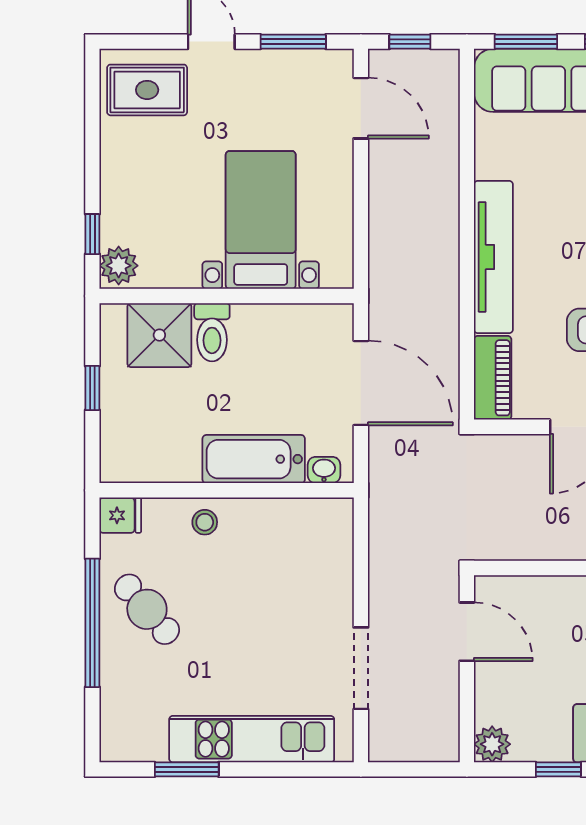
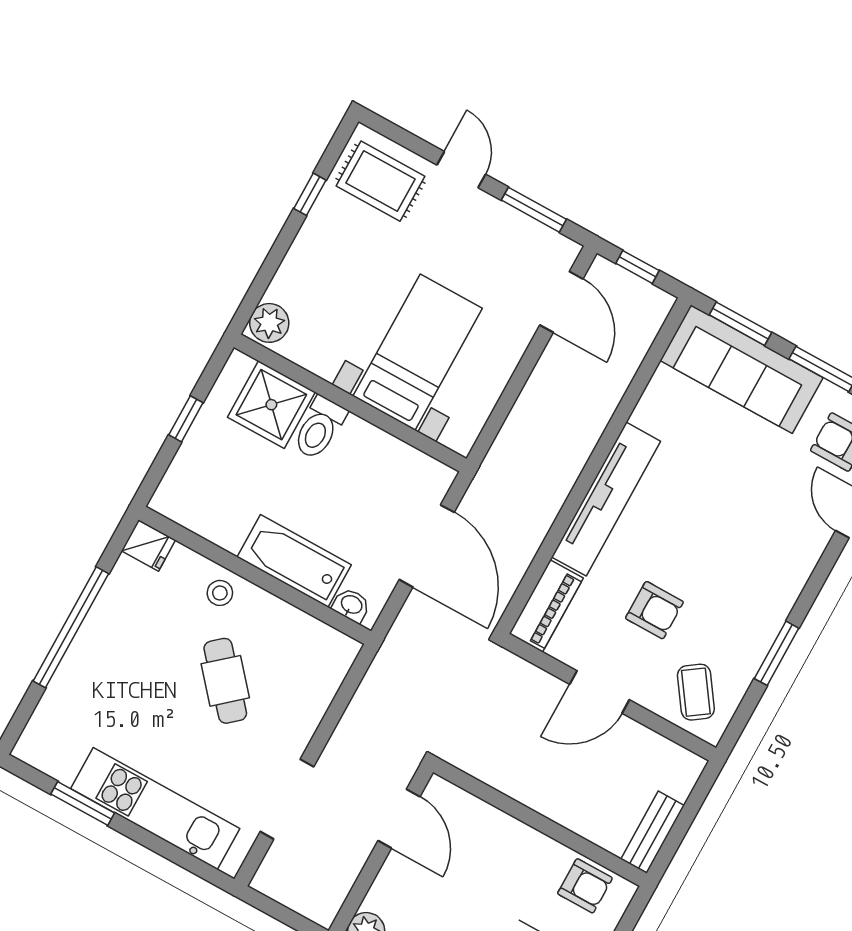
window: (92, 234) -> (310, 194), moved
cafe table: (147, 609) -> (225, 681), moved

